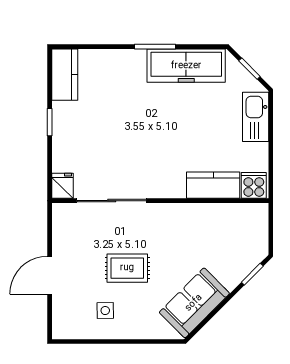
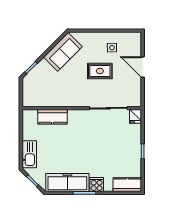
kitchen counter: (65, 75) -> (127, 185), moved, turned 90
cooker: (254, 185) -> (97, 185), moved, turned 180
door: (50, 275) -> (143, 67), swing flipped

